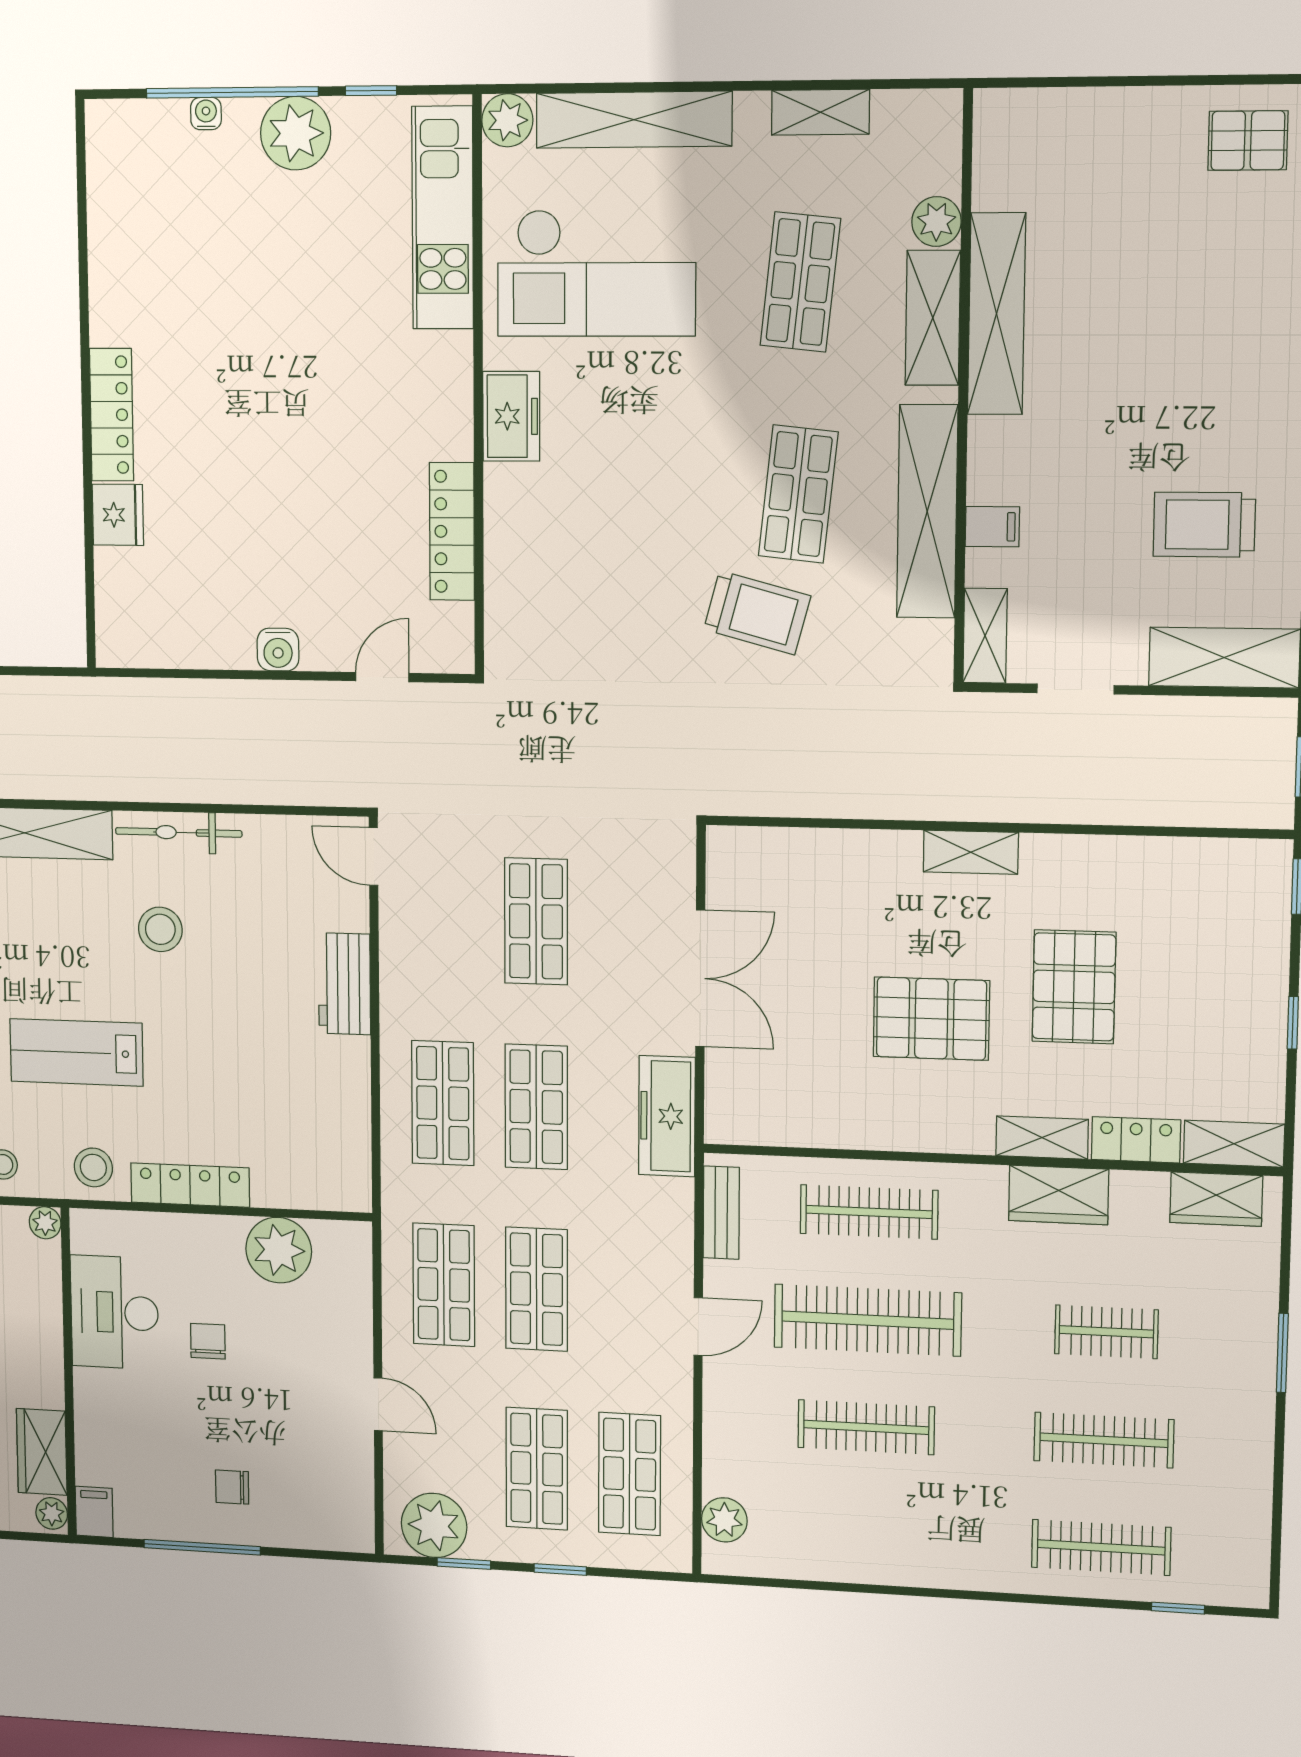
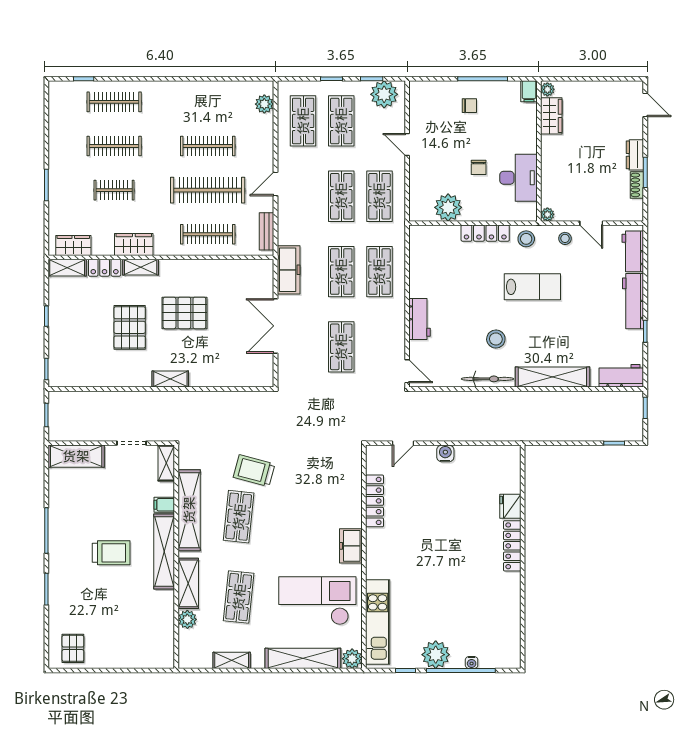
pallet: (1248, 141) -> (73, 648), turned 90
shelving: (997, 314) -> (164, 551), moved
trolley: (1204, 525) -> (111, 553), moved

